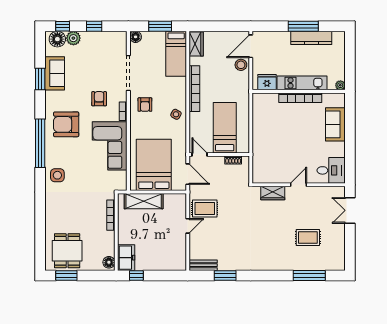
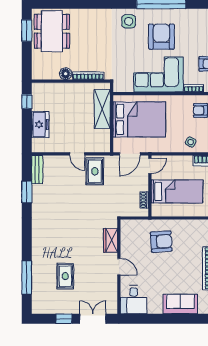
armchair: (66, 124) -> (161, 37), moved
armchair: (274, 143) -> (161, 242), added
window: (350, 239) -> (64, 319), added
dining table: (67, 251) -> (52, 31), width x1.38
freezer: (126, 258) -> (40, 124), moved, turned -90
floor lamp: (109, 262) -> (66, 74), moved

